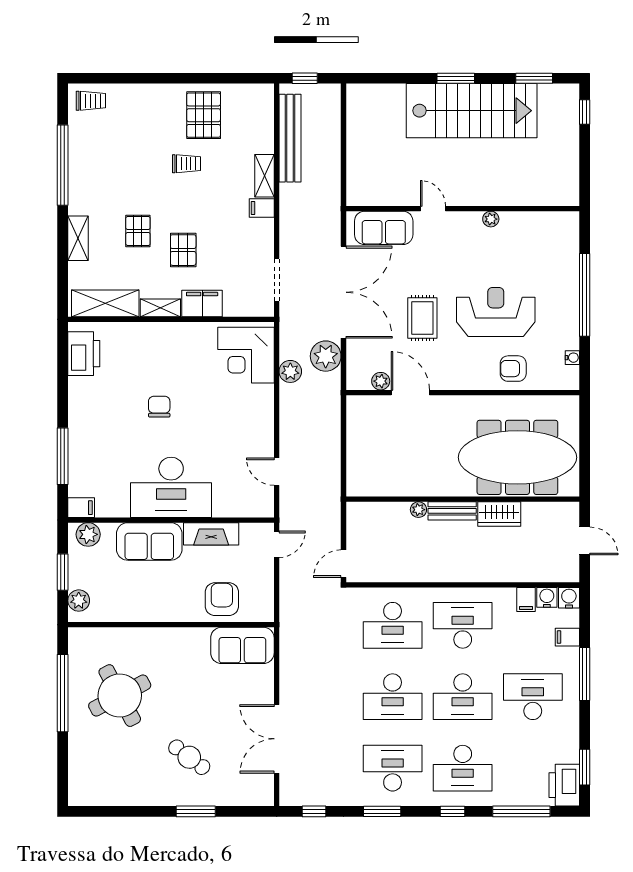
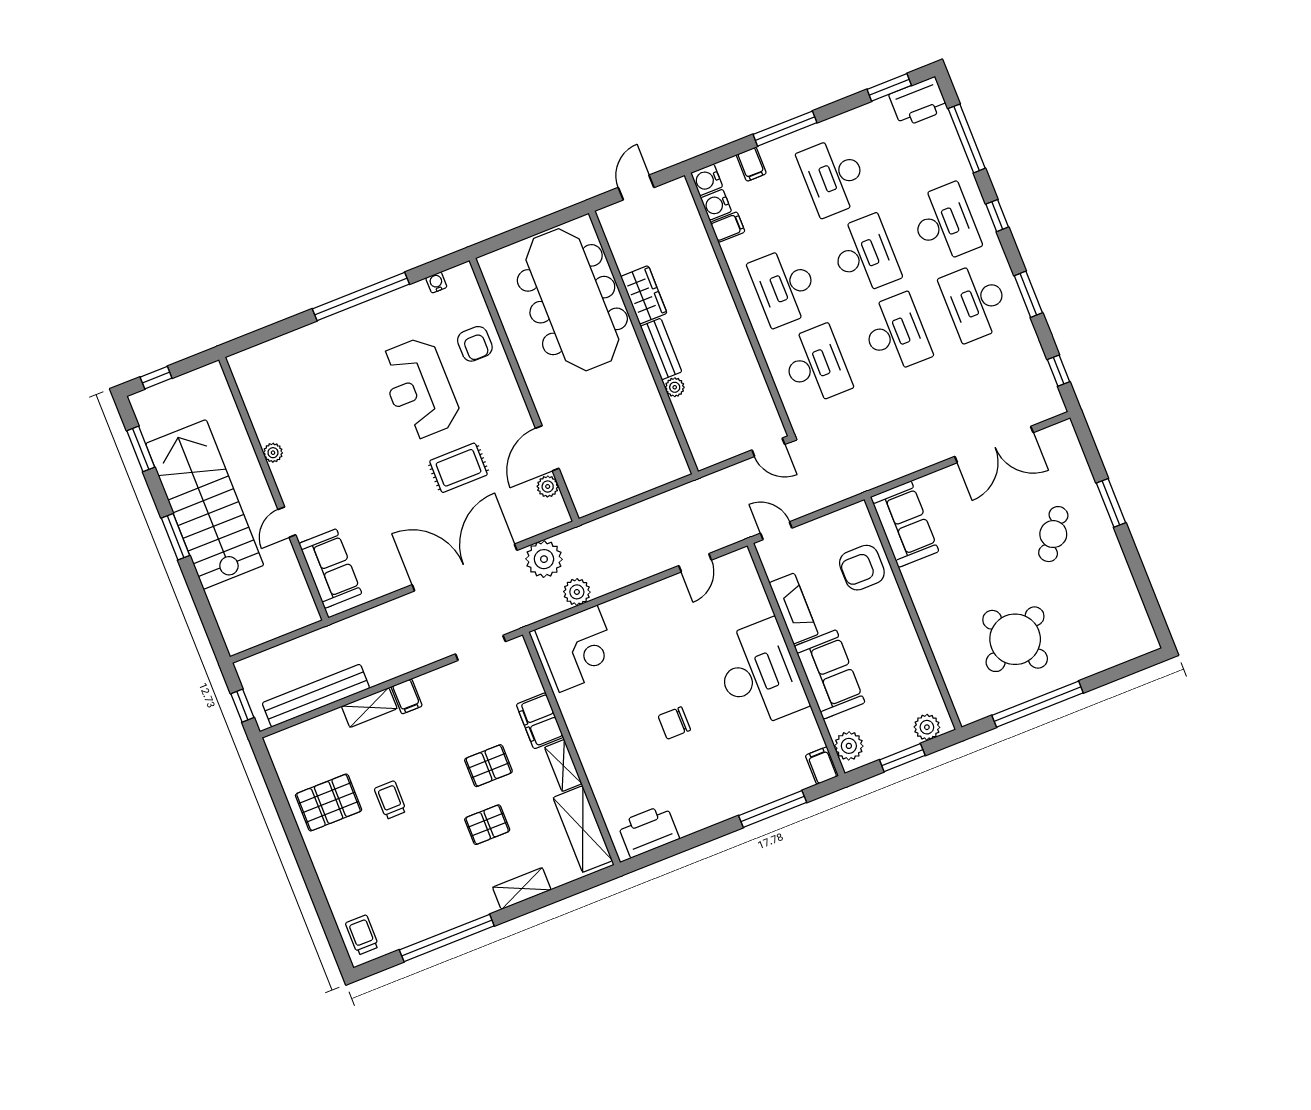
door: (433, 209) -> (287, 522), moved
wall: (463, 209) -> (274, 489), moved
plant: (491, 219) -> (273, 453), moved
sofa: (384, 228) -> (330, 569), moved

